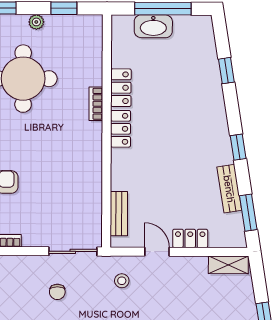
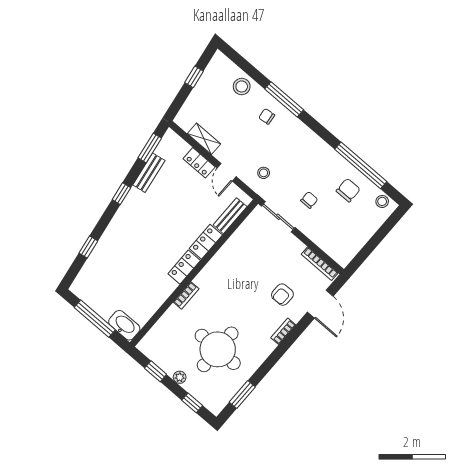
washbasin: (153, 26) -> (124, 325), moved
locker: (121, 88) -> (206, 242), moved
shelving: (228, 265) -> (204, 139), moved

